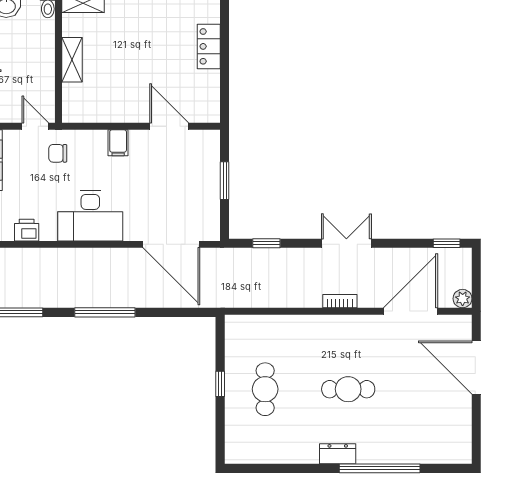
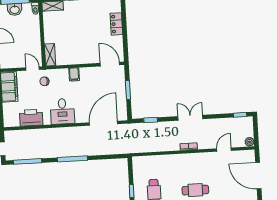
shelving: (72, 60) -> (50, 55), moved
door: (169, 126) -> (110, 64), moved
desk: (90, 216) -> (62, 111), width x0.73
printer: (27, 230) -> (31, 118), width x1.87, depth x1.48
door: (171, 244) -> (103, 123), swing flipped
door: (410, 311) -> (224, 150), width x0.53

